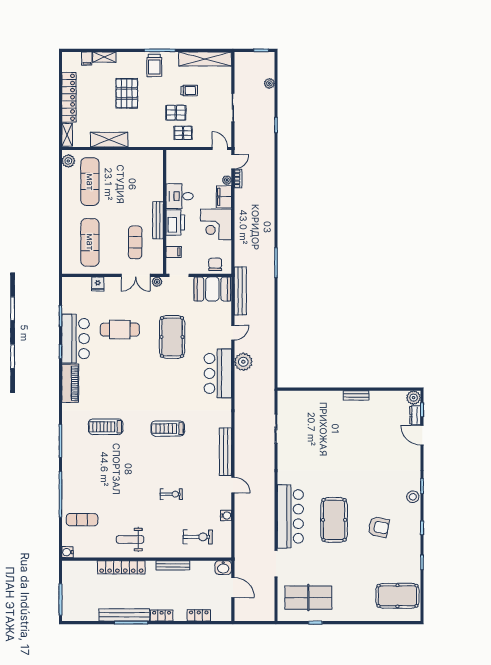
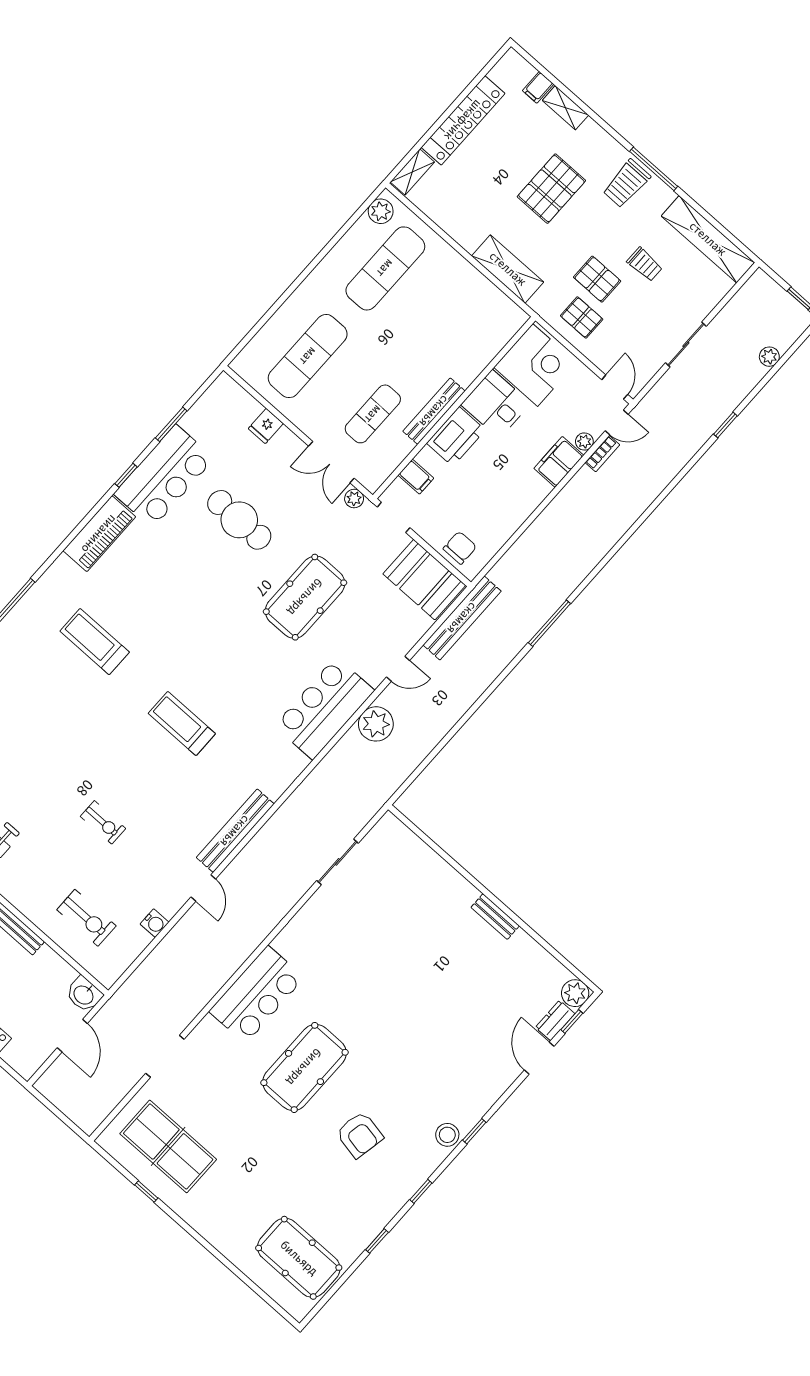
shelving: (109, 140) -> (508, 269), moved
corner desk: (216, 224) -> (535, 365), moved, turned 180
bar counter: (290, 516) -> (257, 994), width x0.73

